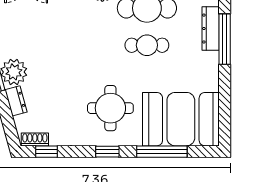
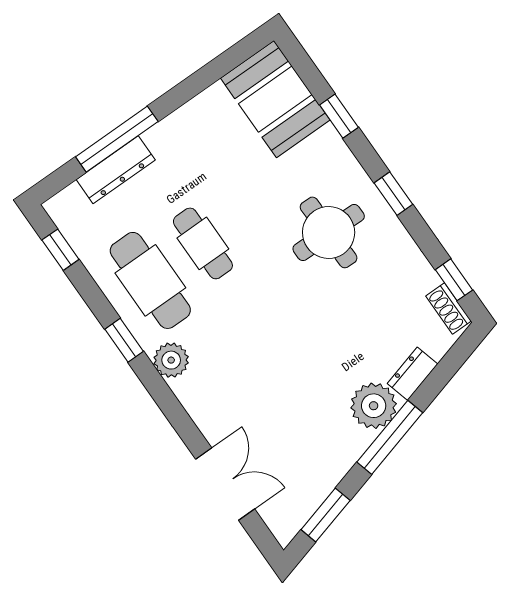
booth: (181, 119) -> (275, 99), width x0.73, depth x0.70
window: (162, 152) -> (339, 116), width x0.46

